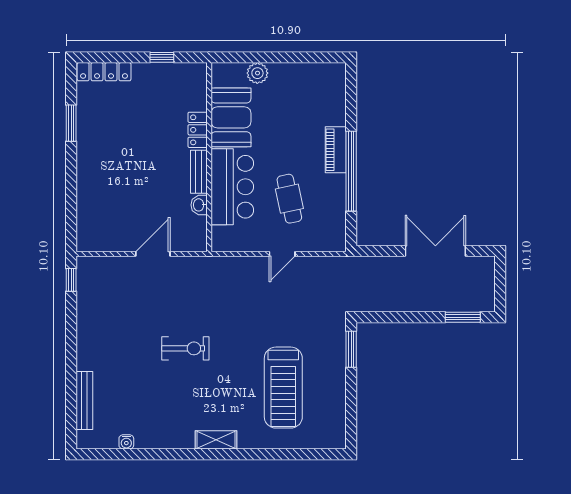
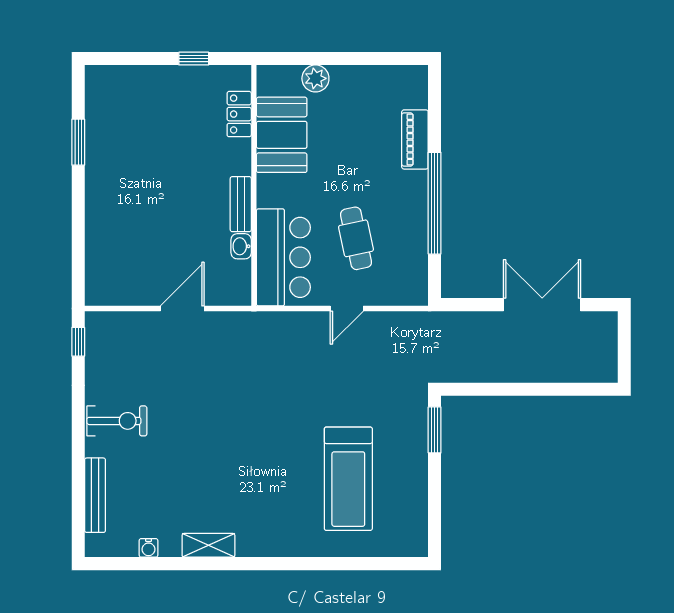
locker: (104, 72) -> (120, 77), removed
locker: (198, 130) -> (239, 114), moved
piano: (336, 150) -> (415, 139), moved
bar counter: (232, 187) -> (283, 257), moved
window: (463, 317) -> (577, 389), removed
exercise bike: (185, 348) -> (117, 421), moved
shelving: (216, 440) -> (208, 545), moved

